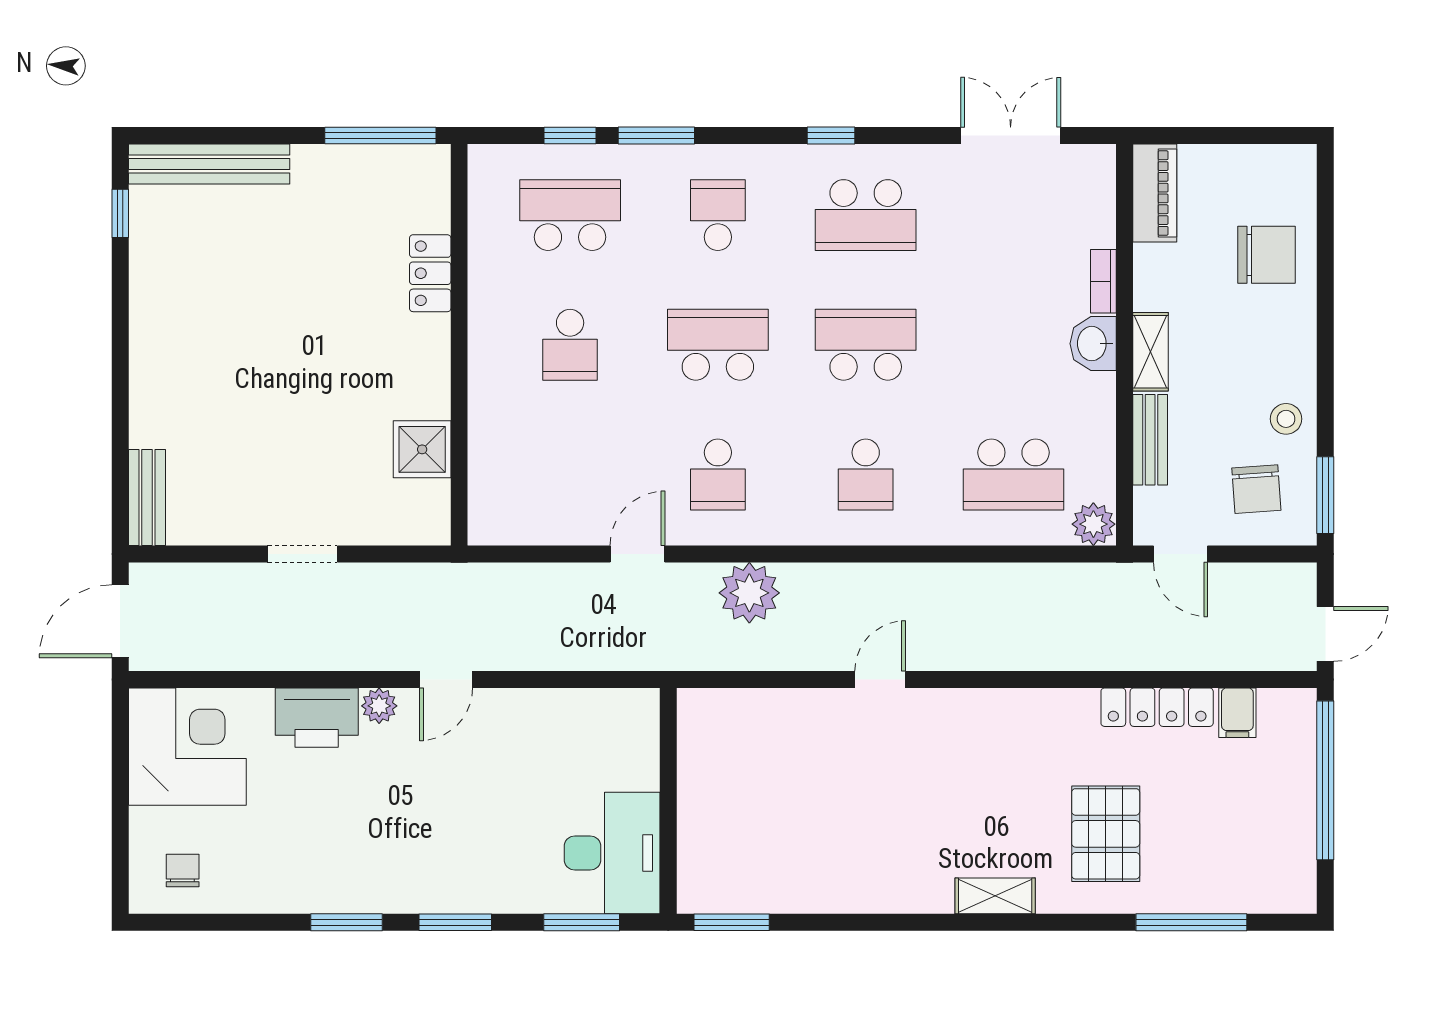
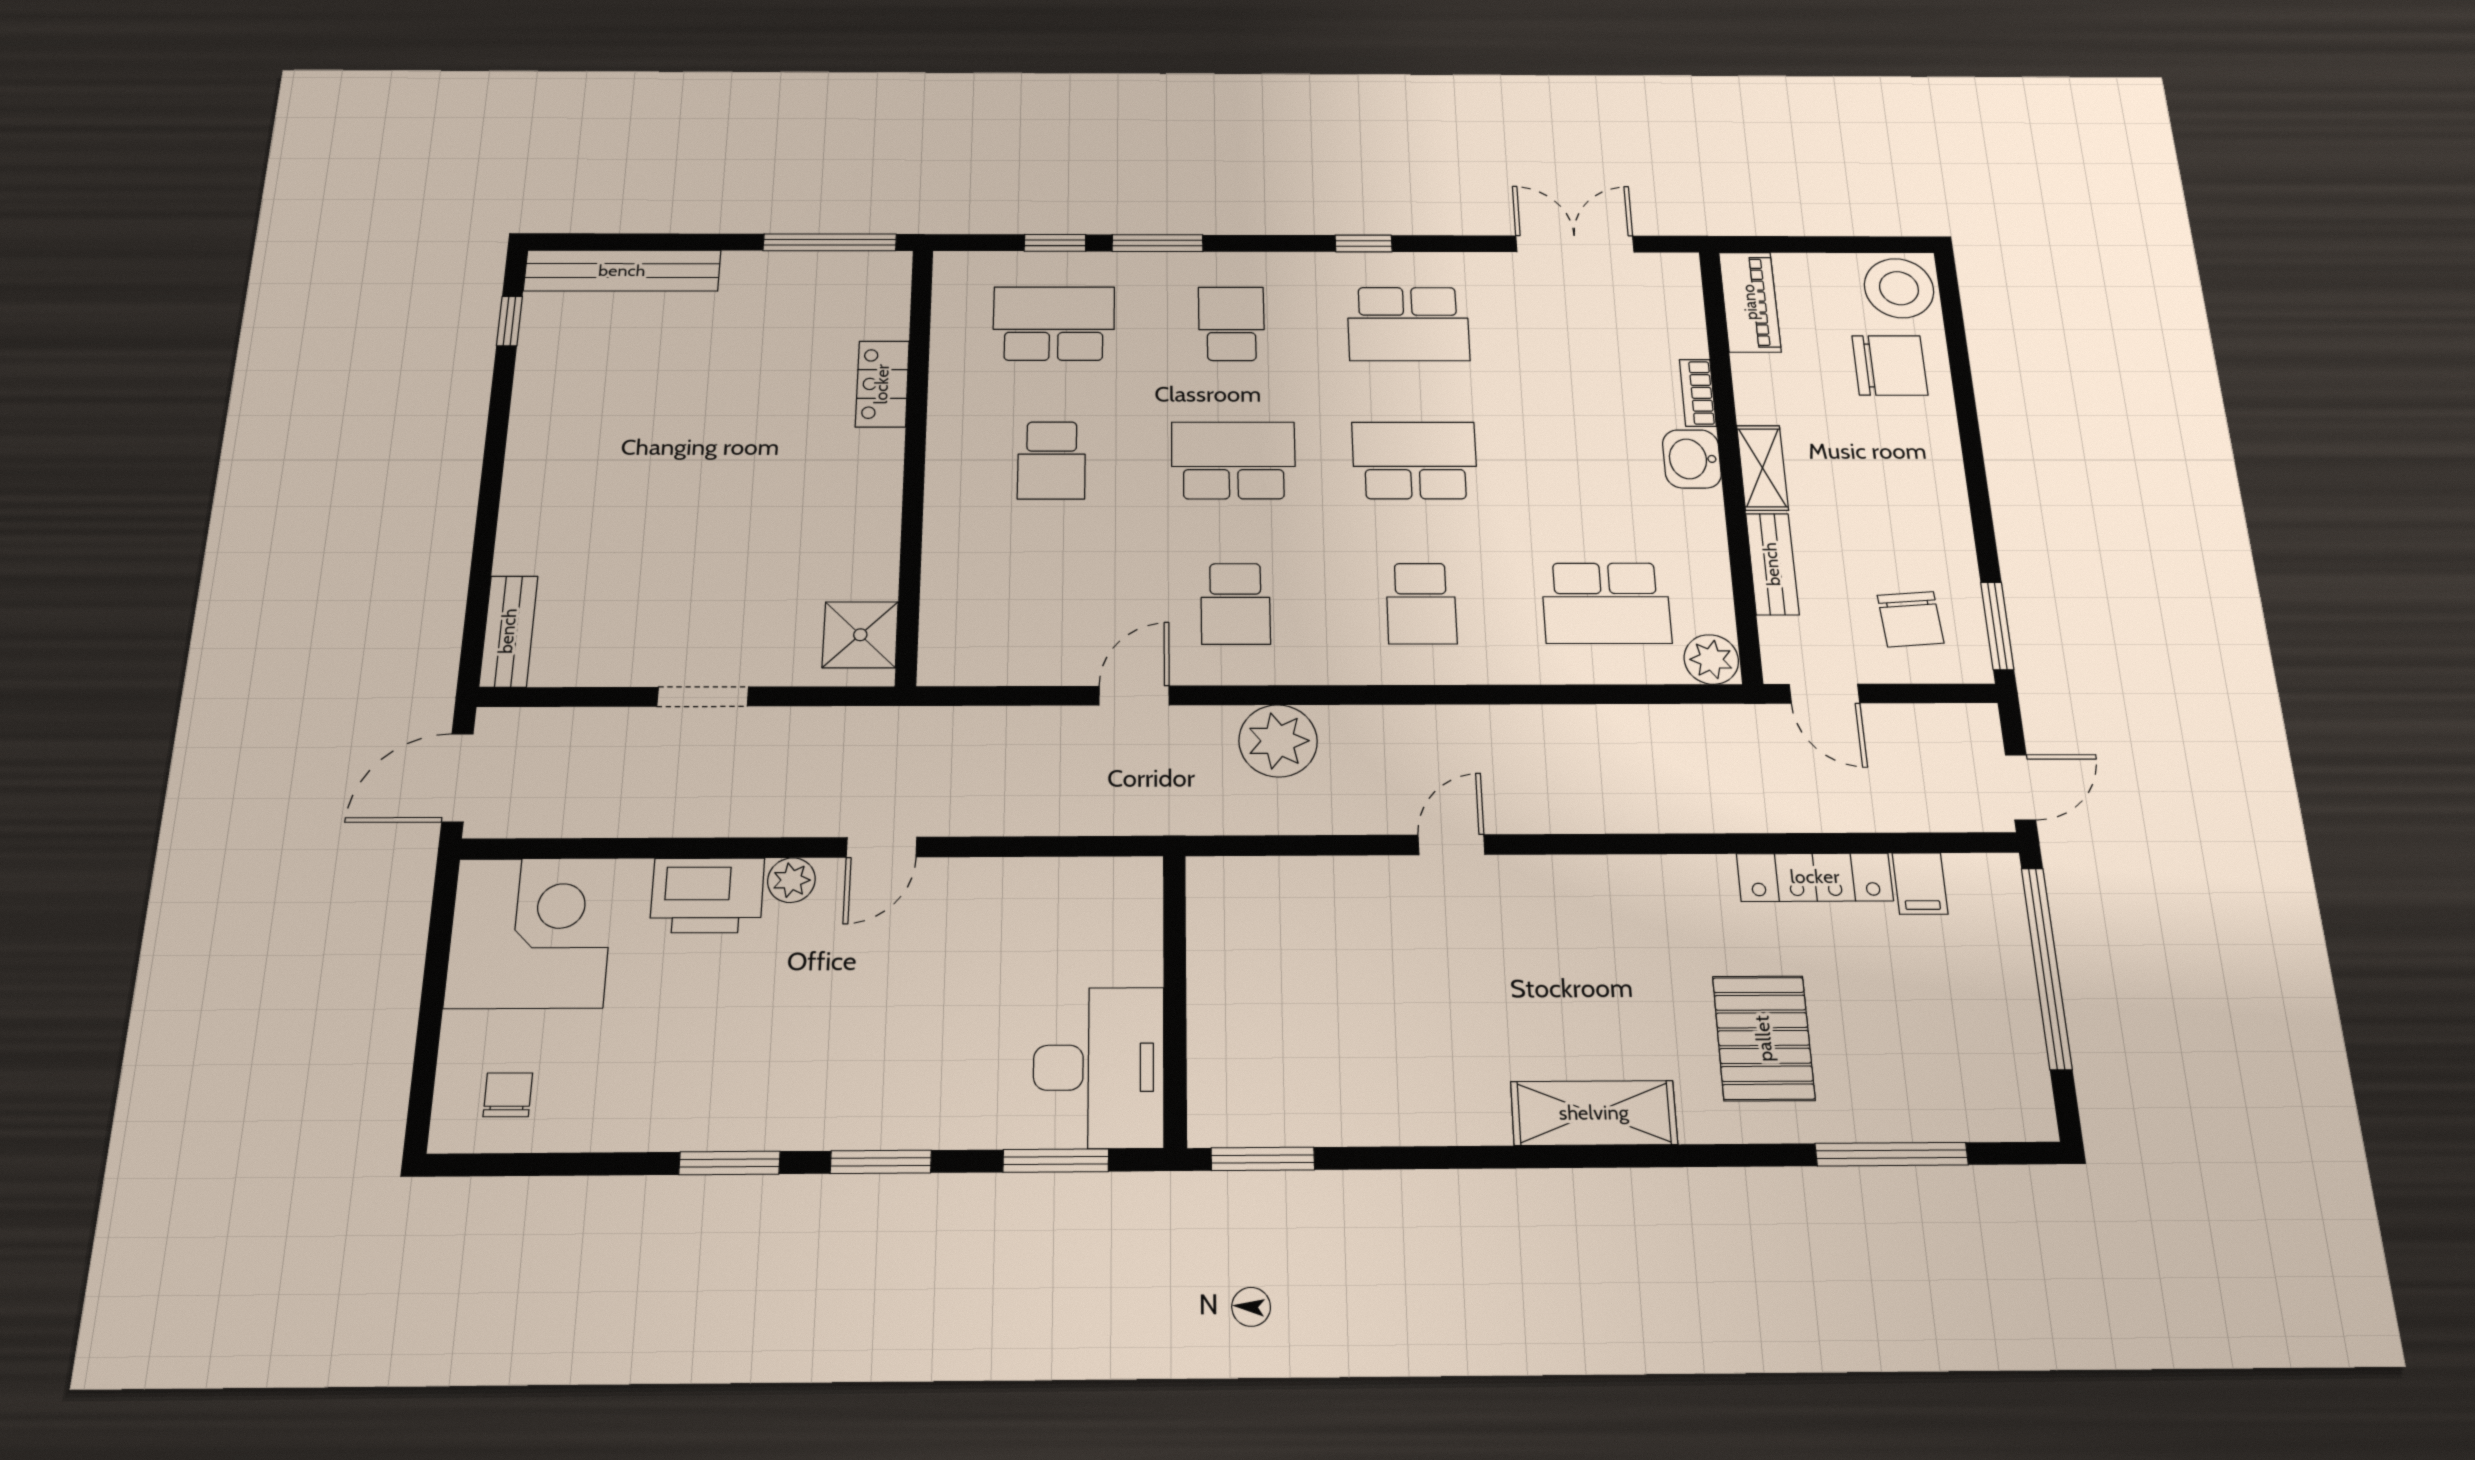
stool: (1286, 419) -> (1899, 288), moved, width x1.89, depth x1.89
shower: (422, 449) -> (860, 635), moved
shelving: (995, 896) -> (1594, 1113), width x1.50, depth x1.33

